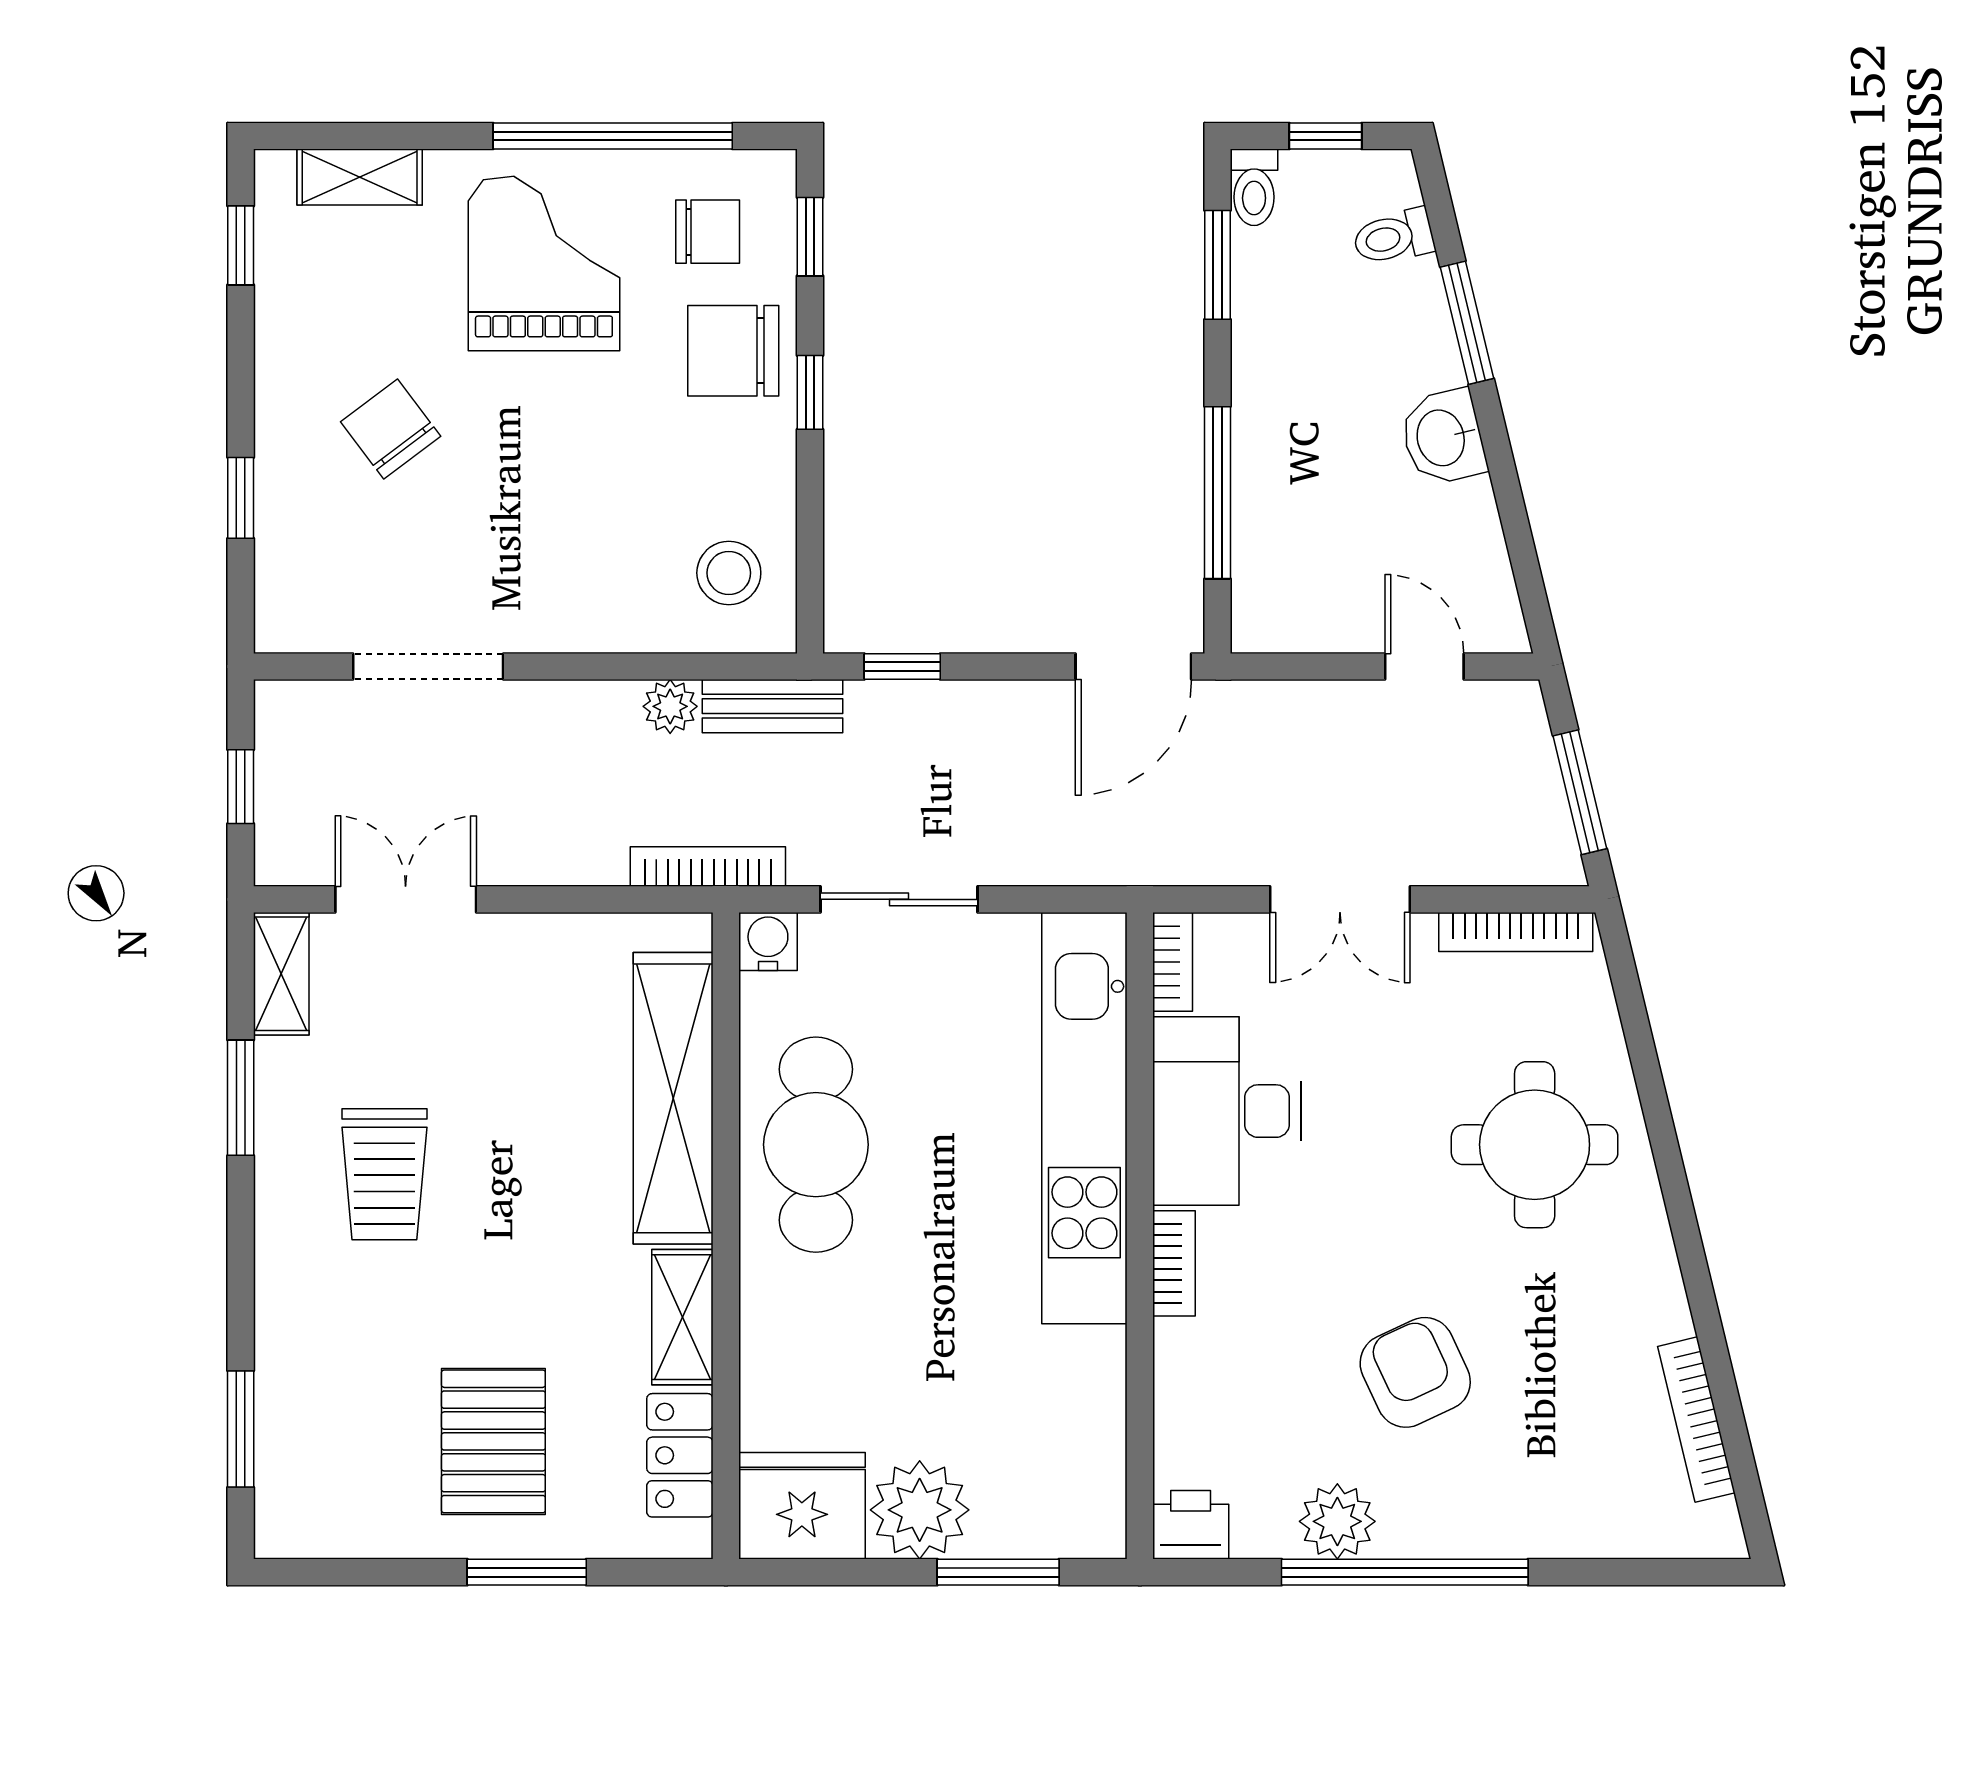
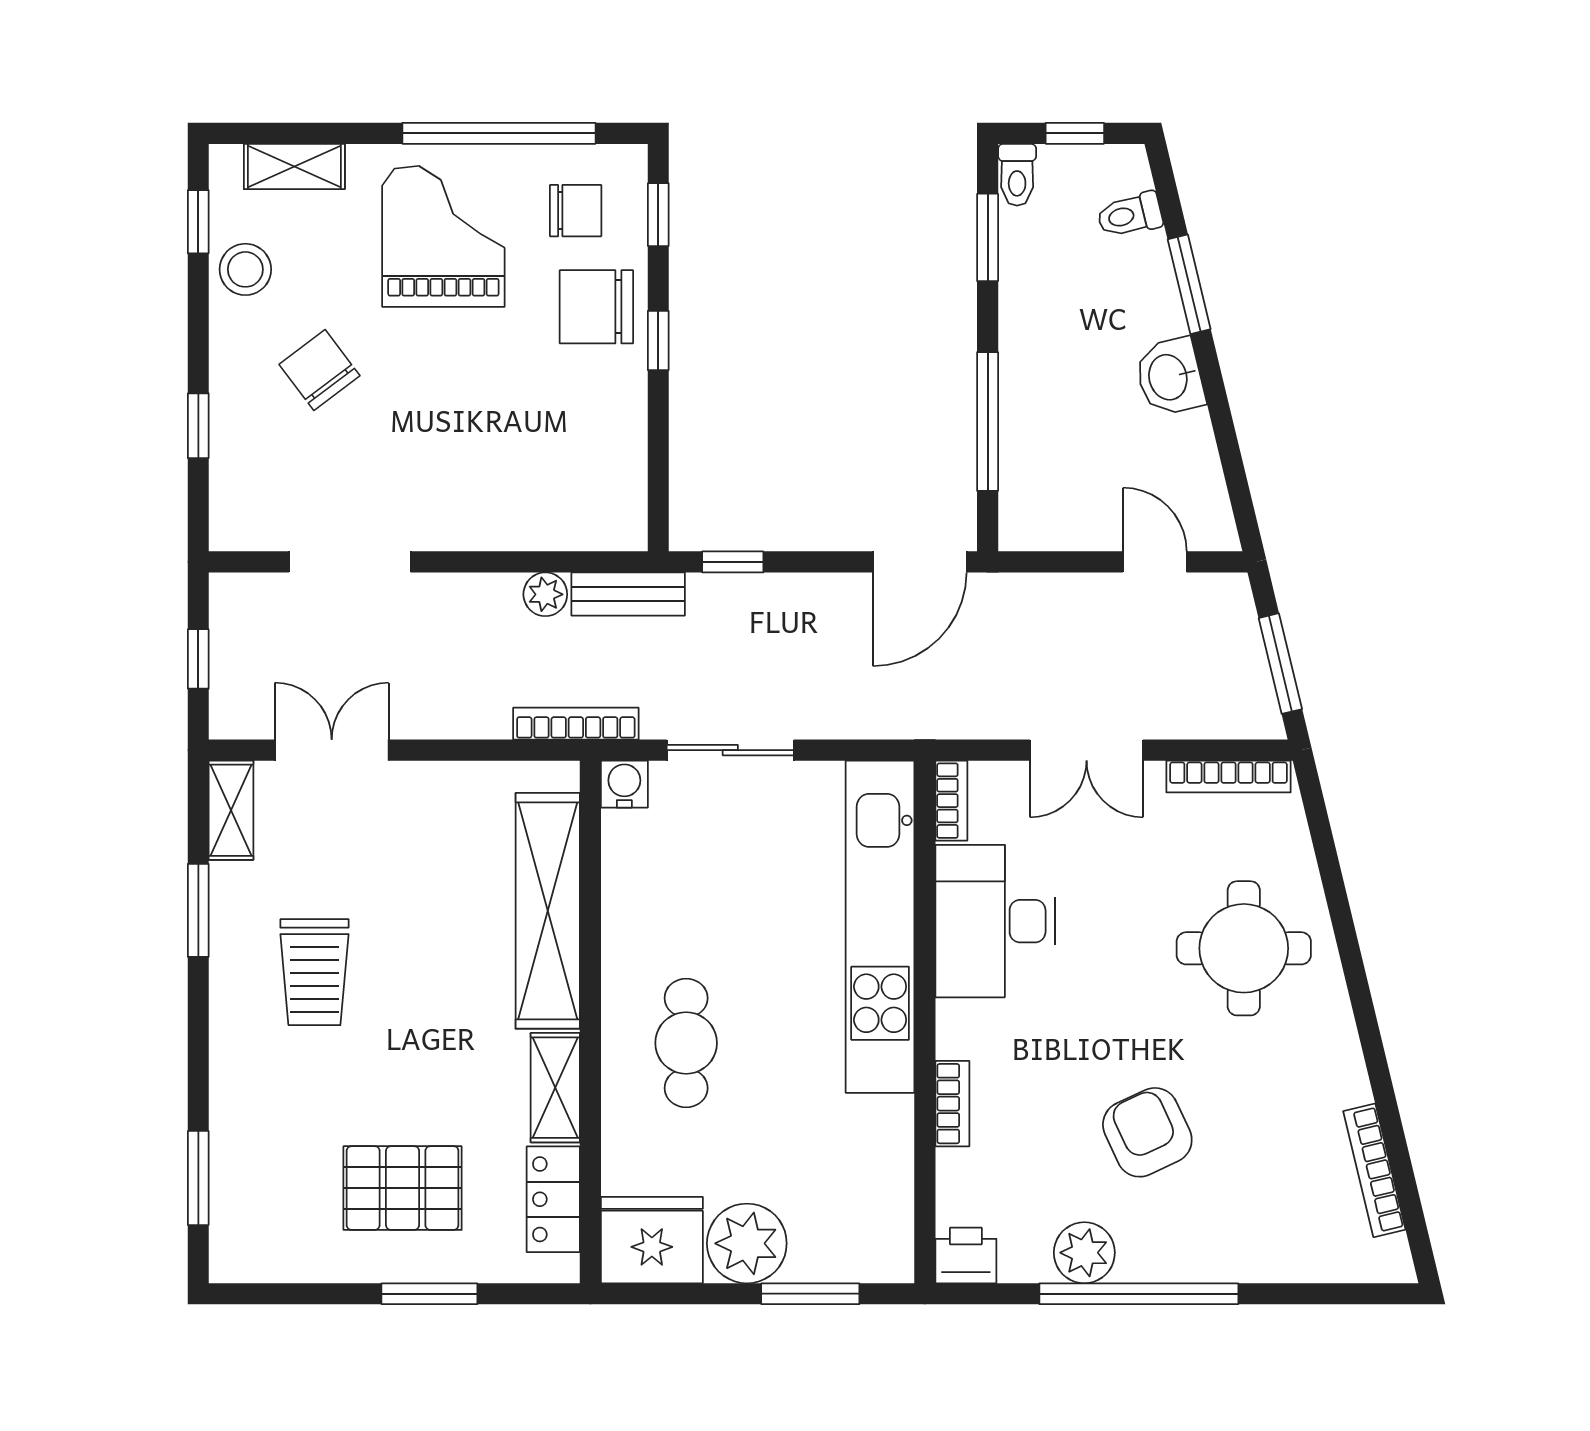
stool: (729, 573) -> (245, 269), moved
cafe table: (816, 1145) -> (686, 1043), moved, width x0.73, depth x0.74
bookcase: (1174, 1263) -> (952, 1104), moved
pallet: (493, 1441) -> (403, 1188), turned 90

